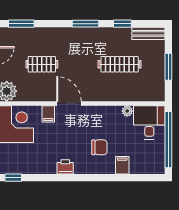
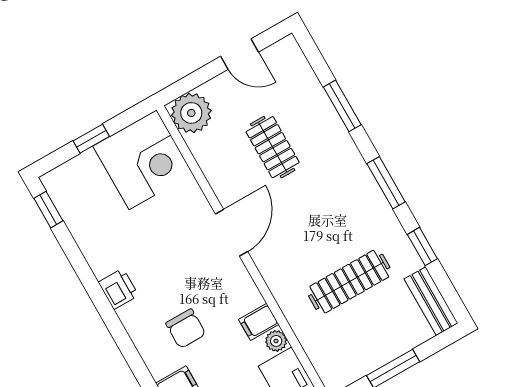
window: (21, 24) -> (342, 106), moved
clothes rail: (120, 64) -> (349, 282), turned 90
filing cabinet: (48, 114) -> (259, 322), moved

